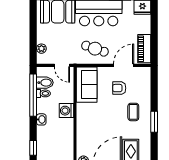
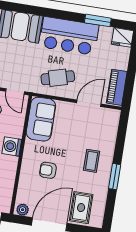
cafe table: (95, 49) -> (58, 78), turned -35
armchair: (119, 88) -> (48, 170), moved

